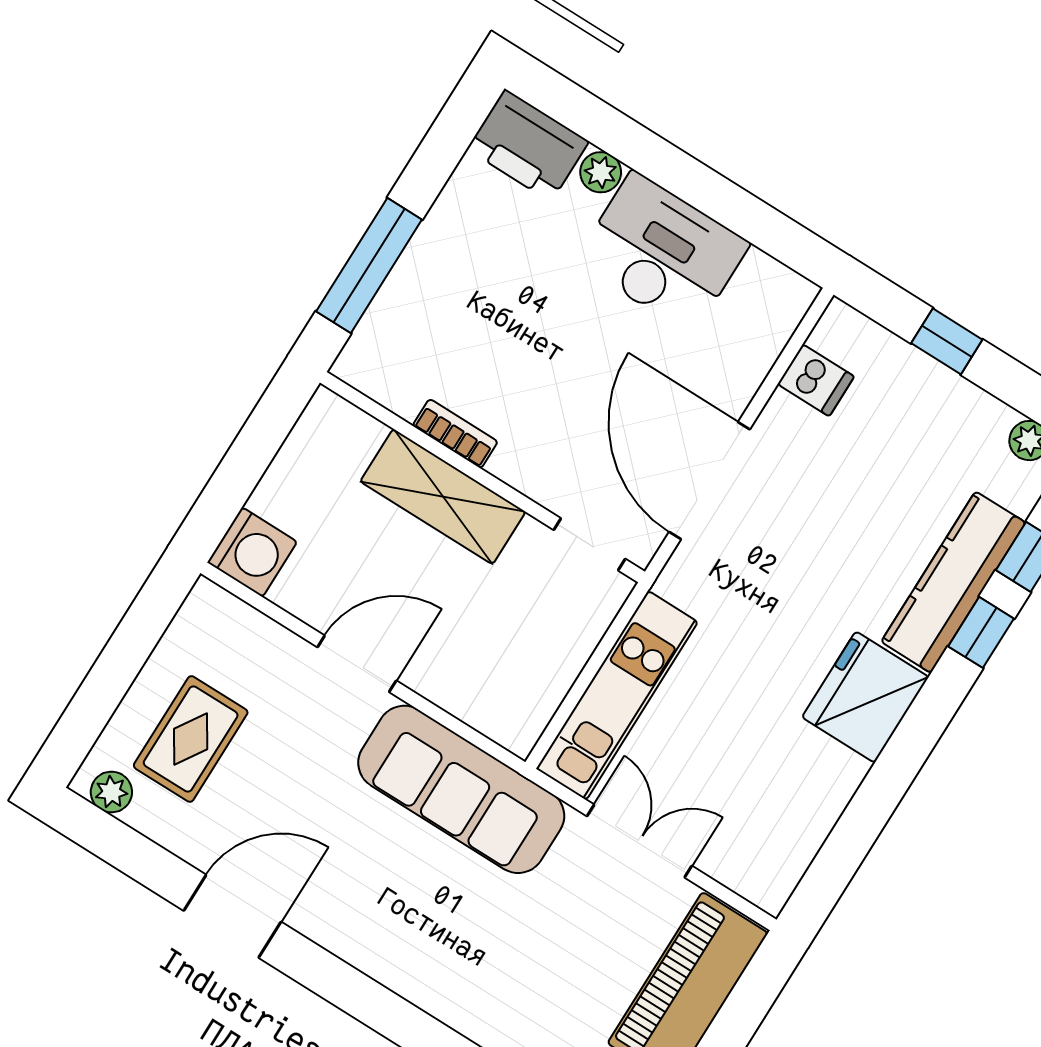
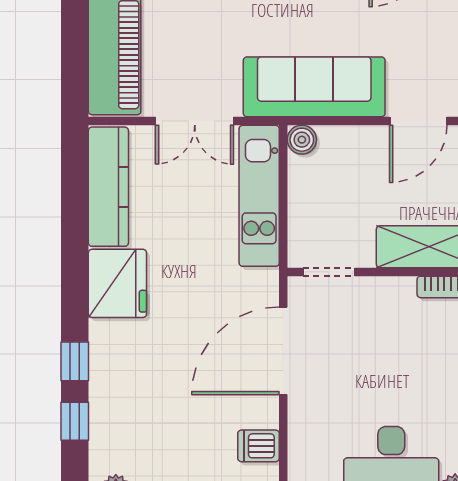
door: (709, 481) -> (283, 351), swing flipped
kitchen counter: (953, 582) -> (108, 187), moved
boiler: (519, 732) -> (302, 140), added

